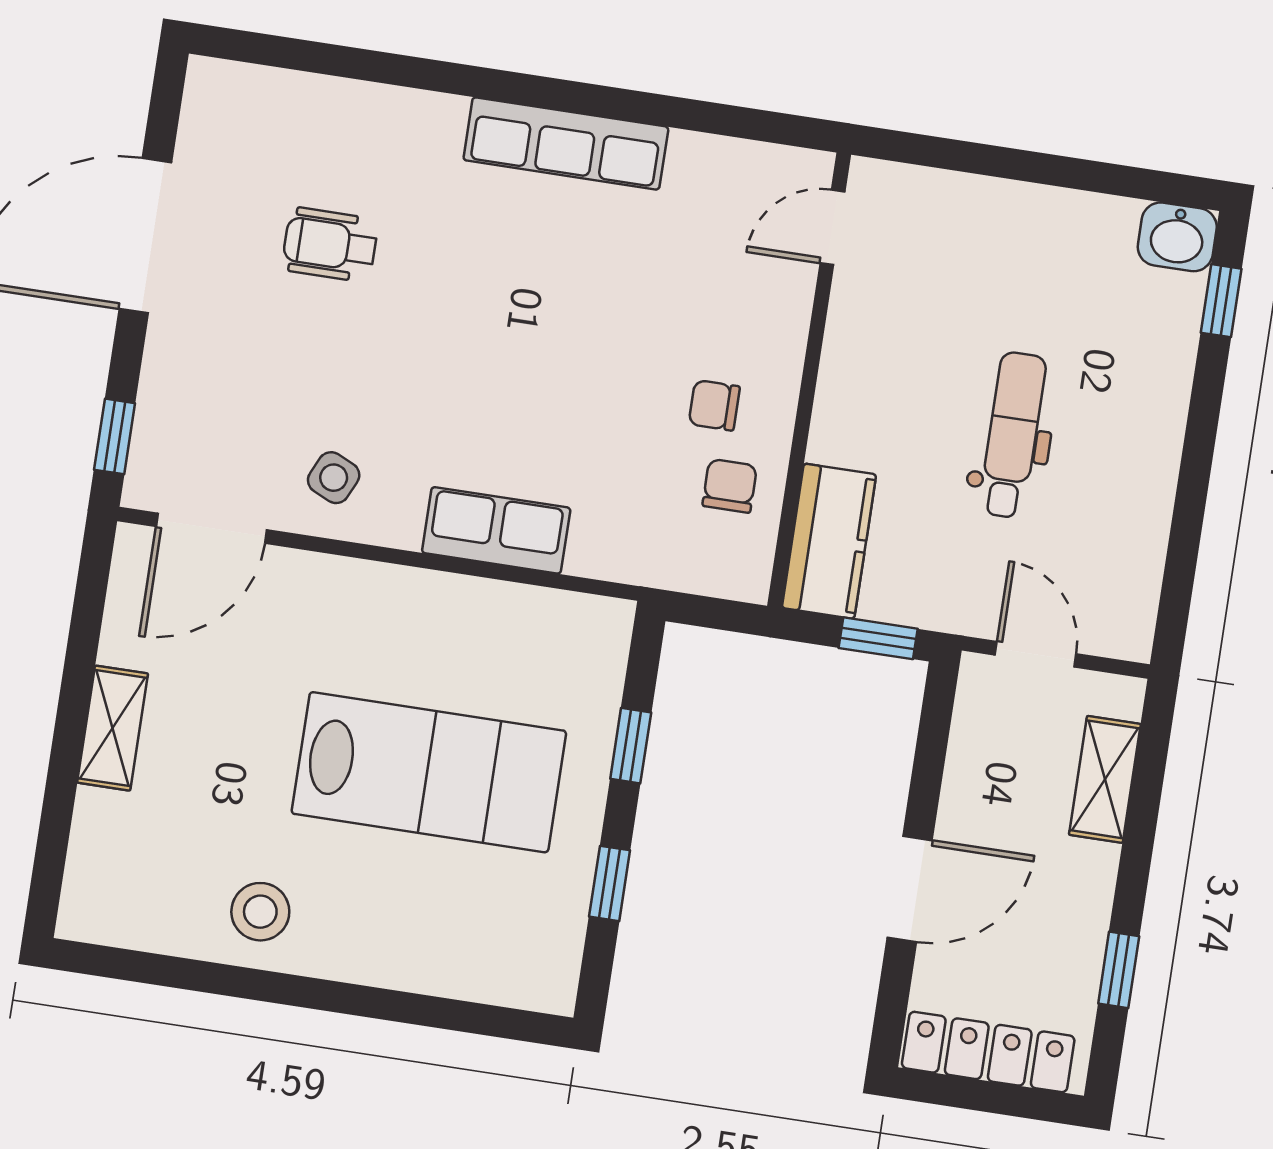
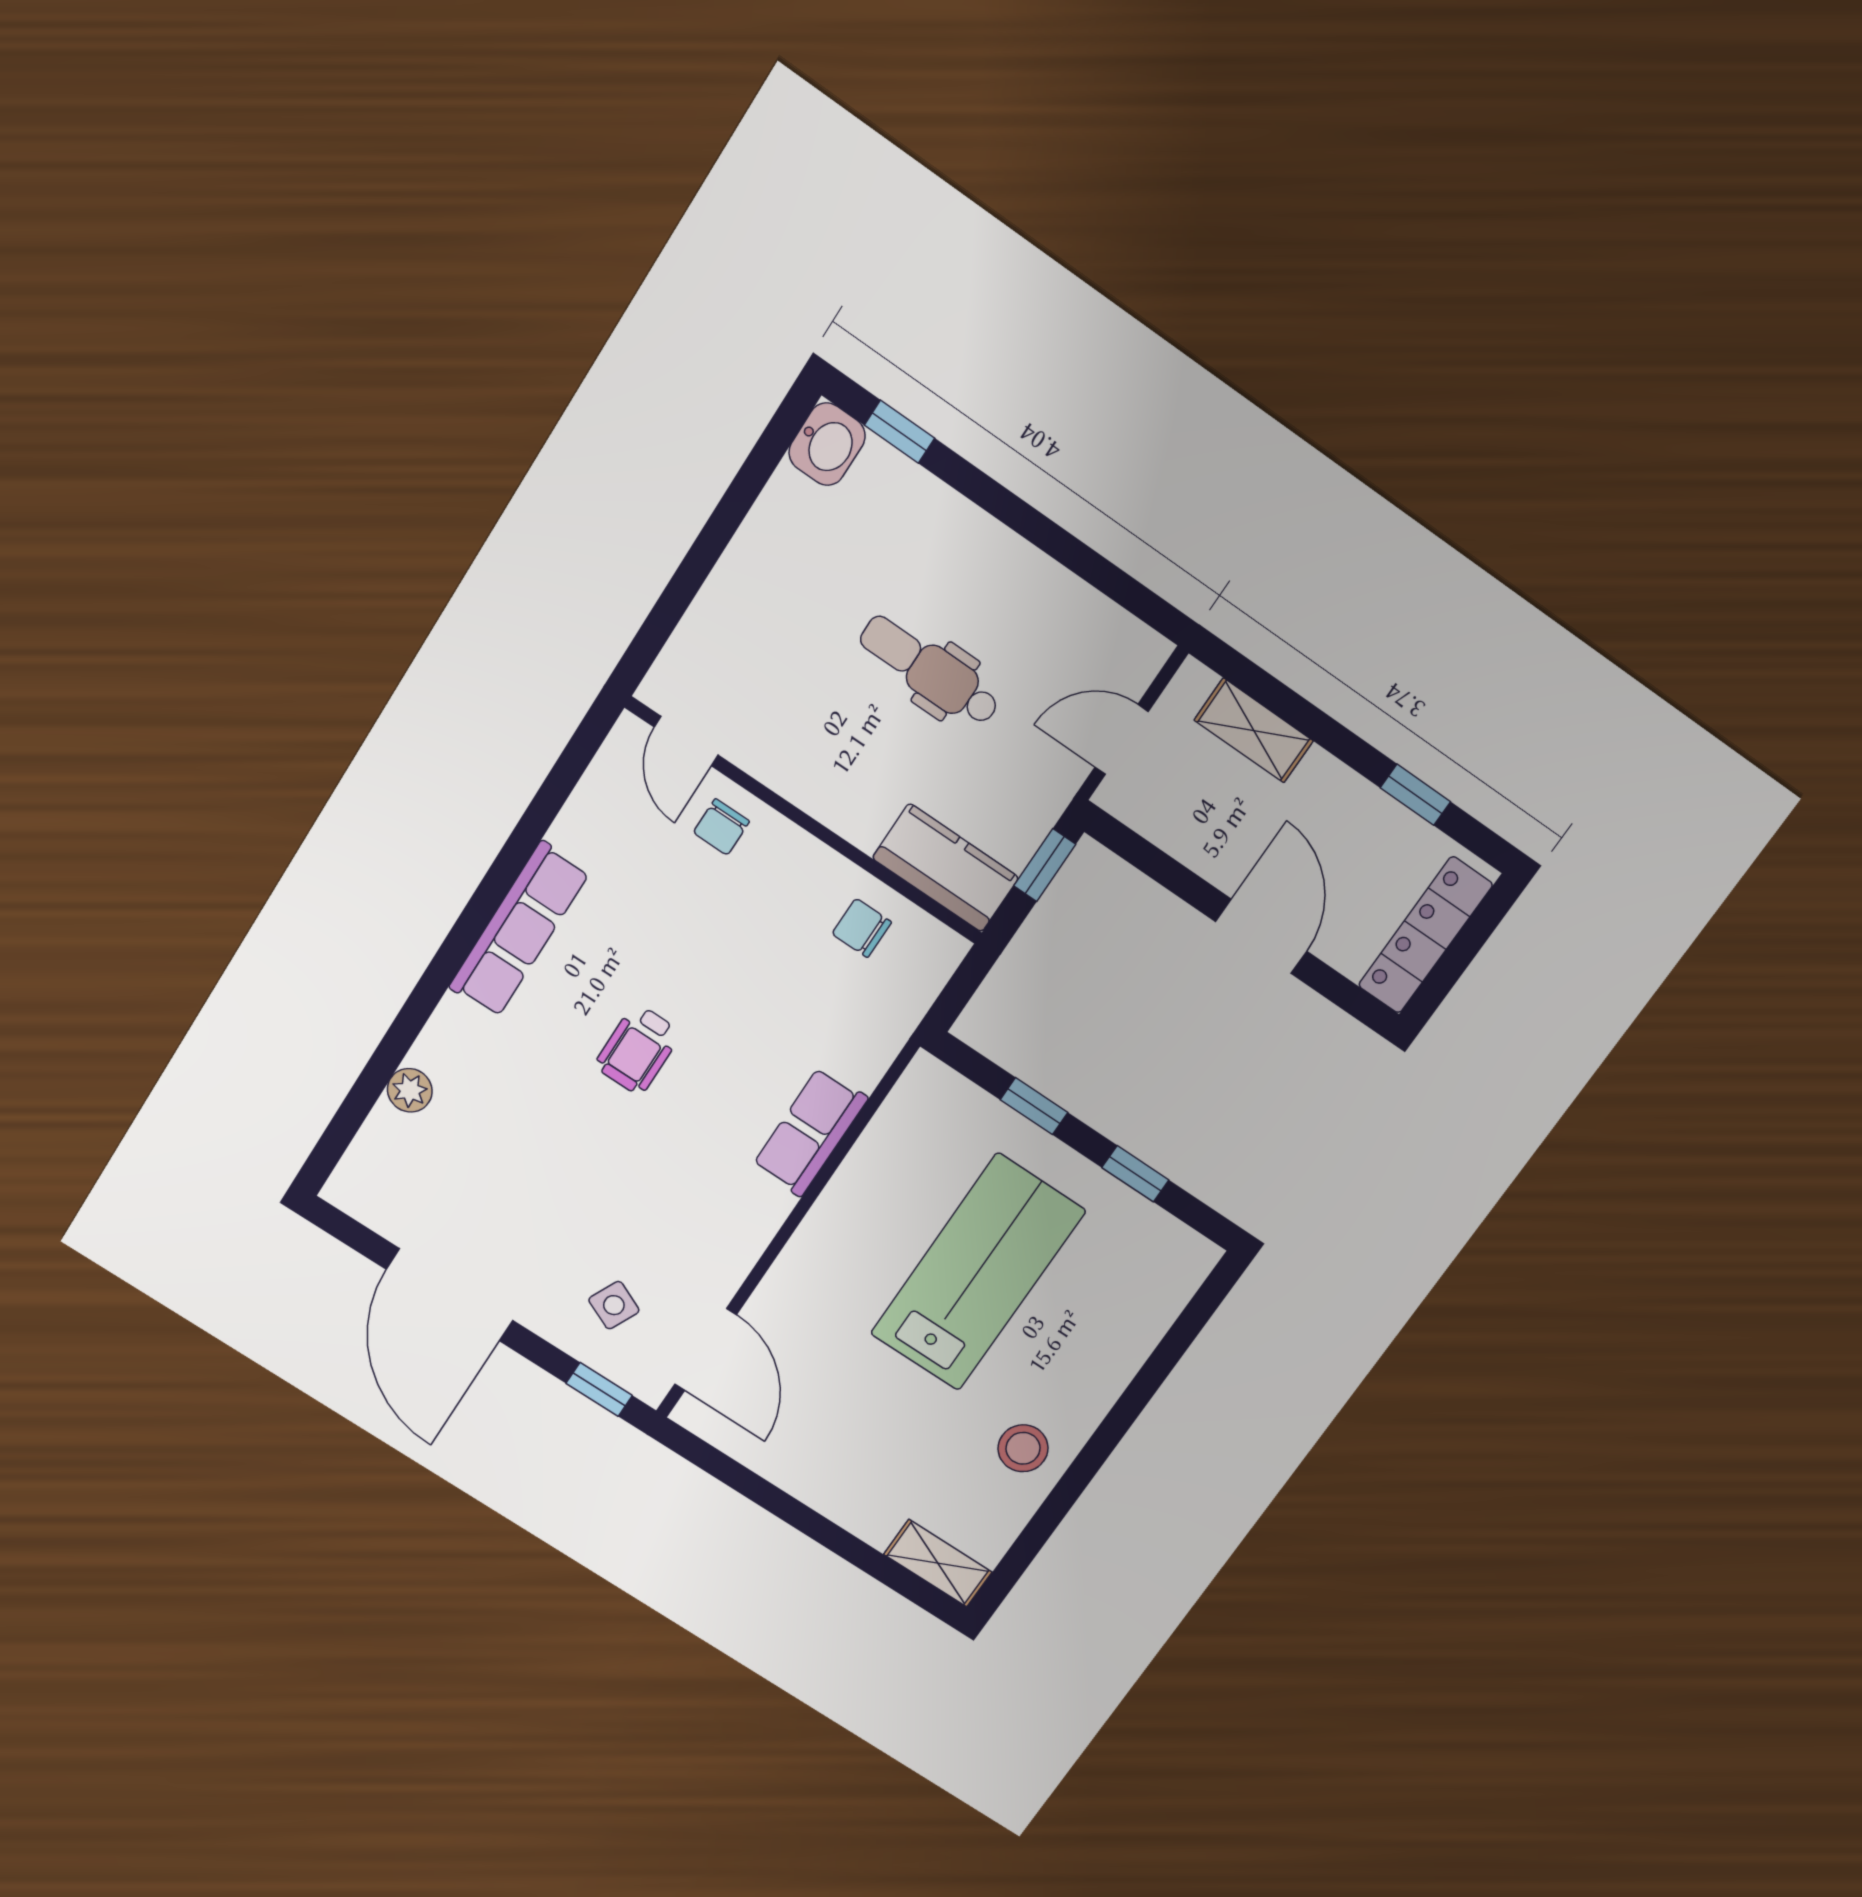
plant: (347, 103) -> (410, 1090), added
wheelchair: (330, 245) -> (638, 1049), moved
chair: (714, 405) -> (721, 827), moved
side table: (334, 478) -> (614, 1305), moved
shelving: (113, 728) -> (938, 1563), moved

